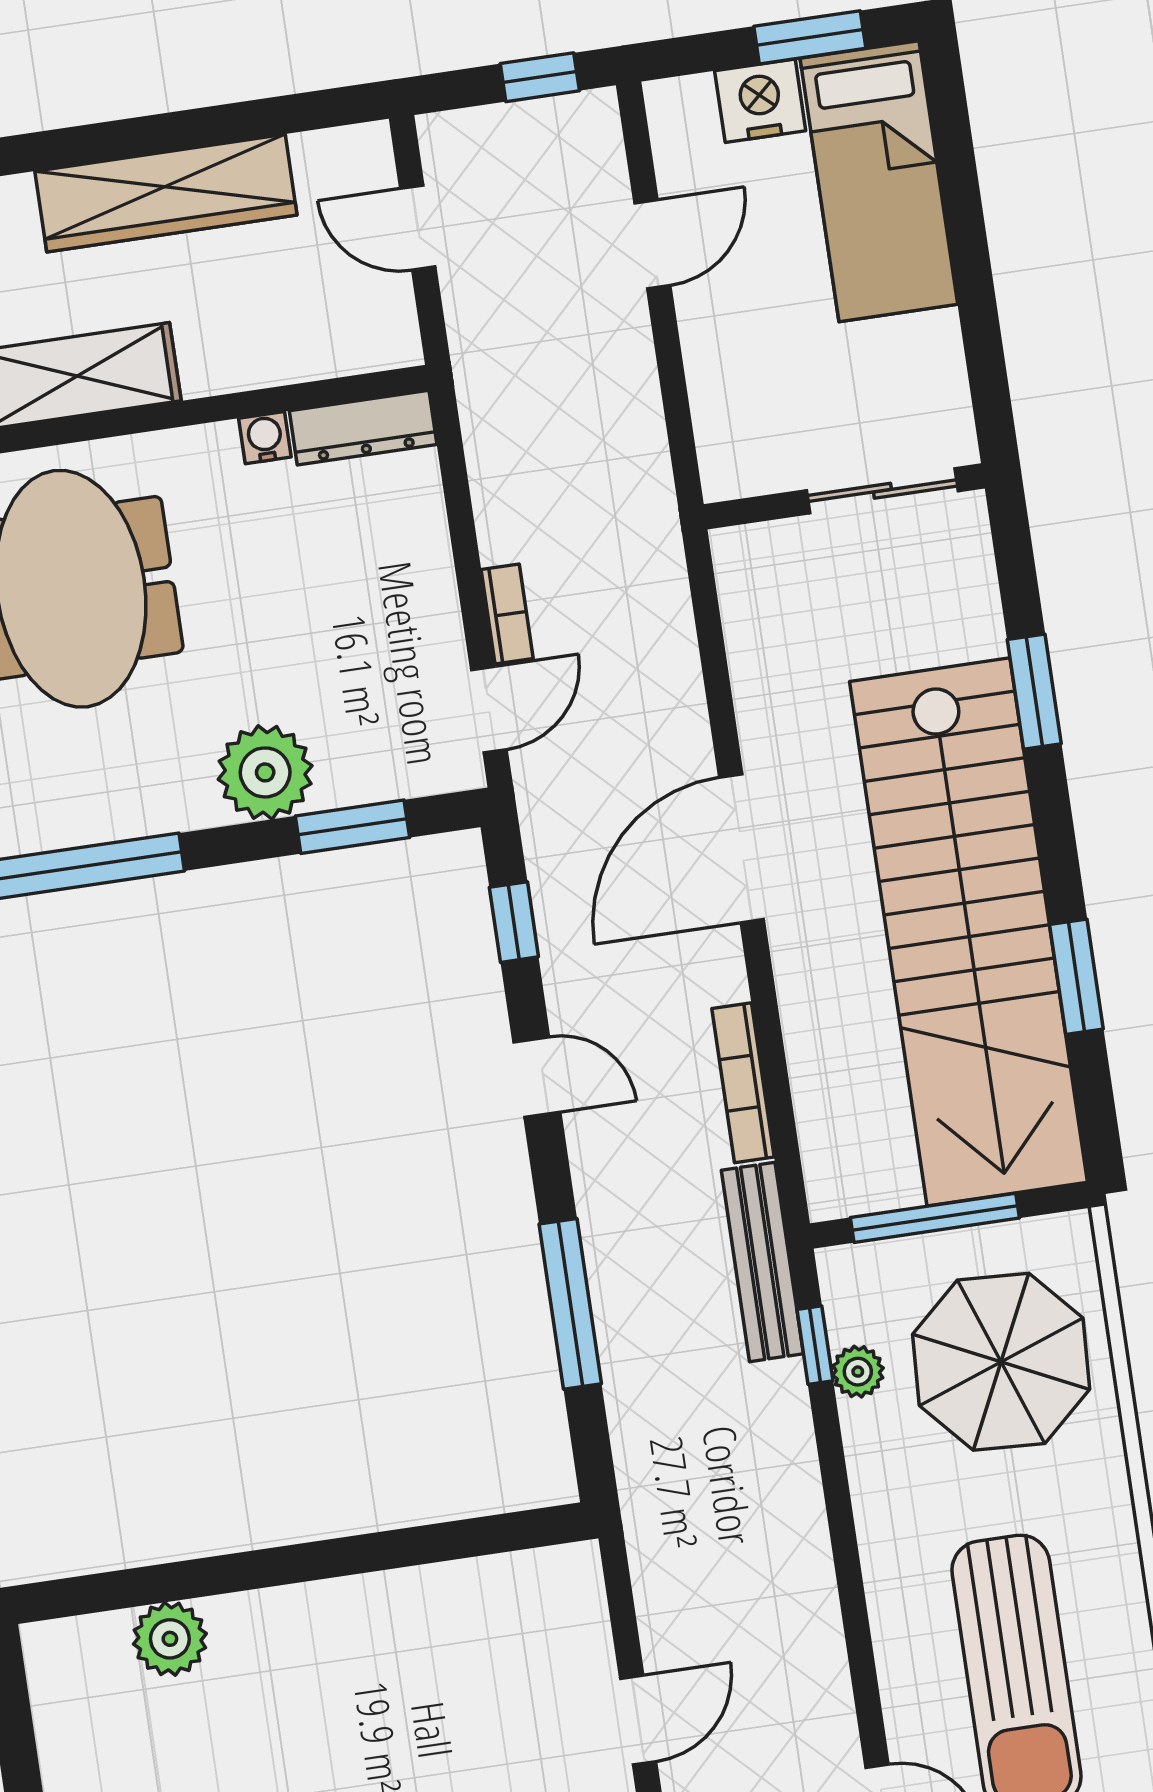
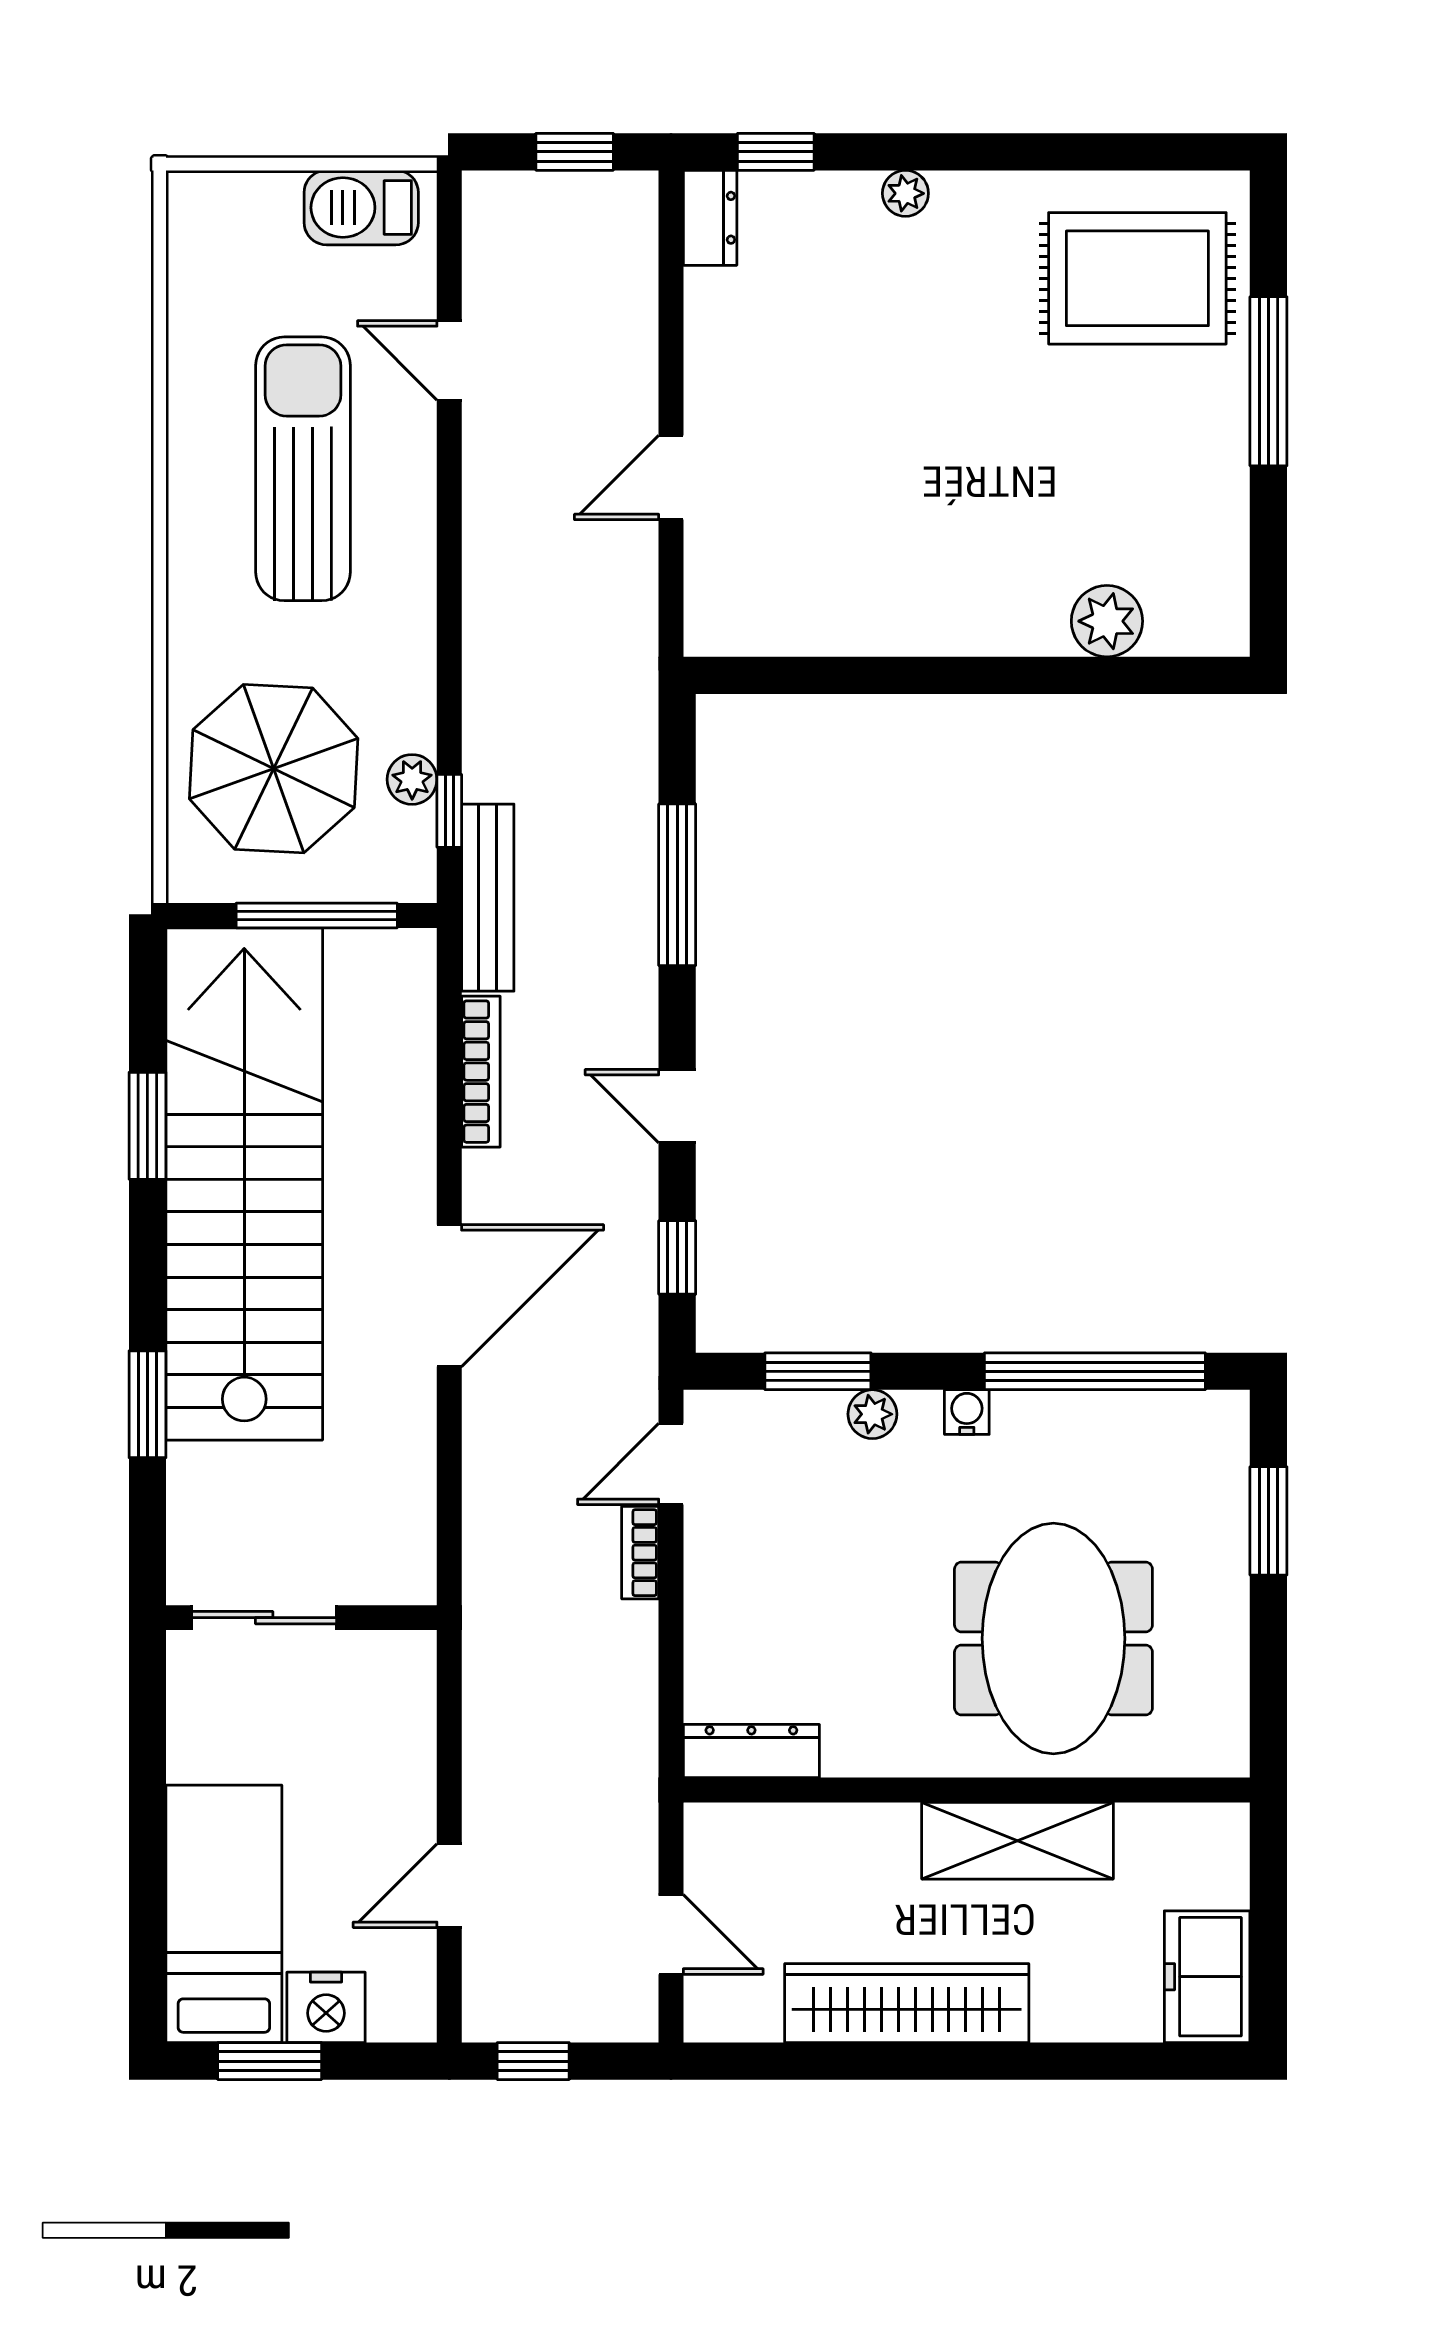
water cooler: (265, 438) -> (967, 1412), moved, turned 180
plant: (265, 772) -> (872, 1414), width x0.53, depth x0.53

